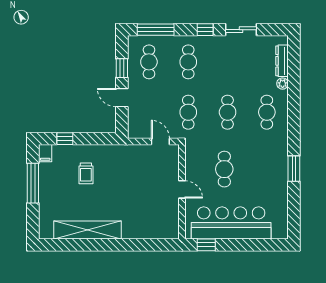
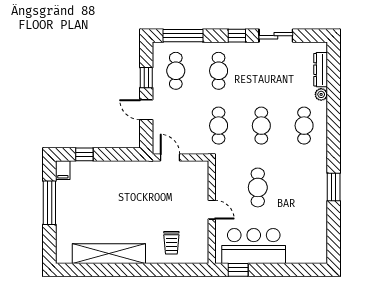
door: (160, 142) -> (170, 157), moved
trolley: (86, 173) -> (171, 243), moved
bar counter: (231, 223) -> (254, 246), width x0.73

